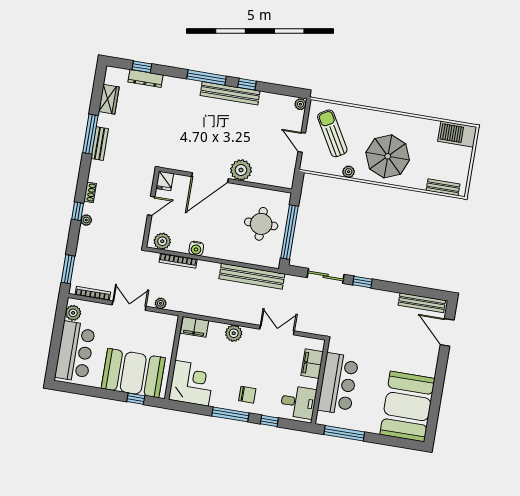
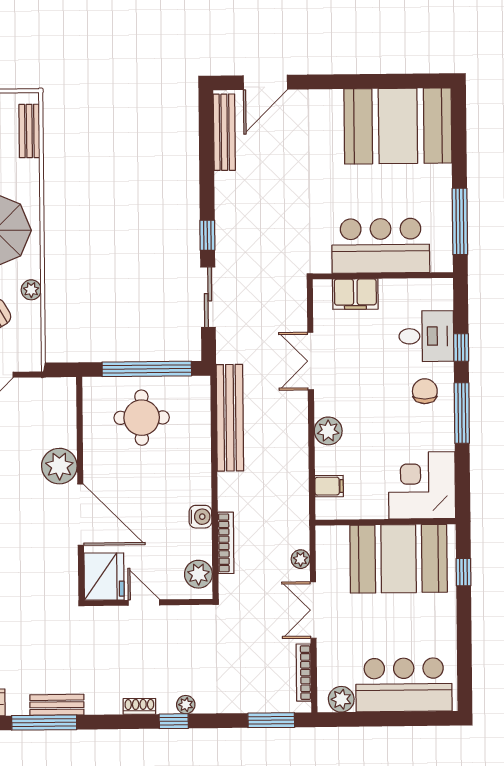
fridge: (165, 181) -> (104, 577), width x1.88, depth x1.34
filing cabinet: (195, 327) -> (329, 486), width x0.50
booth: (133, 373) -> (399, 559), moved, turned 90
desk: (298, 402) -> (426, 336), moved, turned 90

